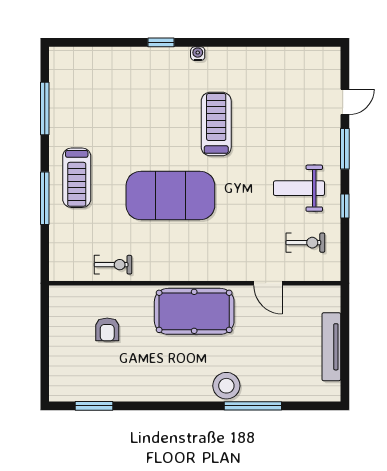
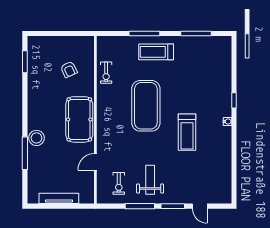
treadmill: (216, 124) -> (187, 132), turned 90
window: (345, 206) -> (140, 206), width x2.17
armchair: (107, 329) -> (69, 69), turned -115

